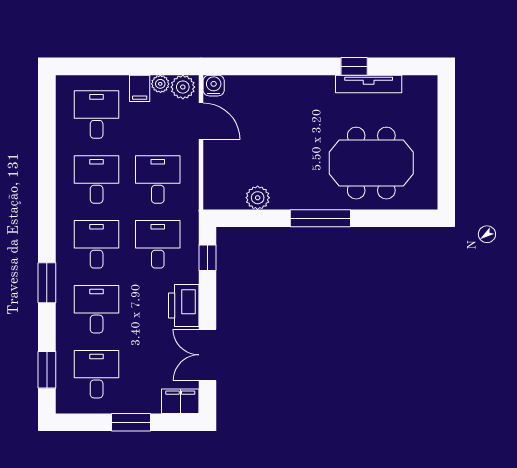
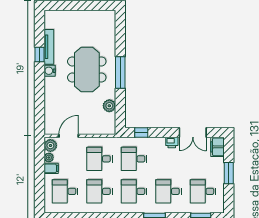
water cooler: (214, 86) -> (50, 71), moved
meeting table: (371, 163) -> (87, 69), moved
printer: (184, 306) -> (172, 142), width x0.53, depth x0.68

